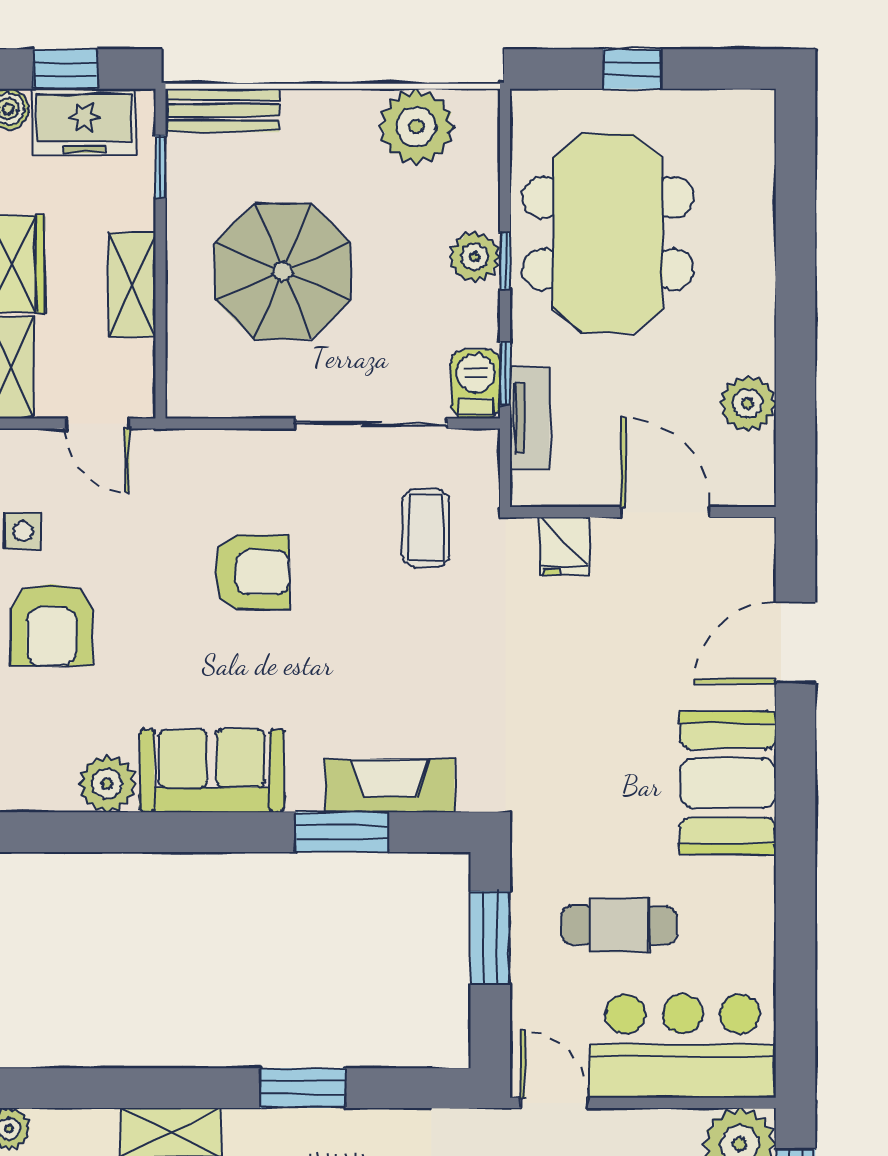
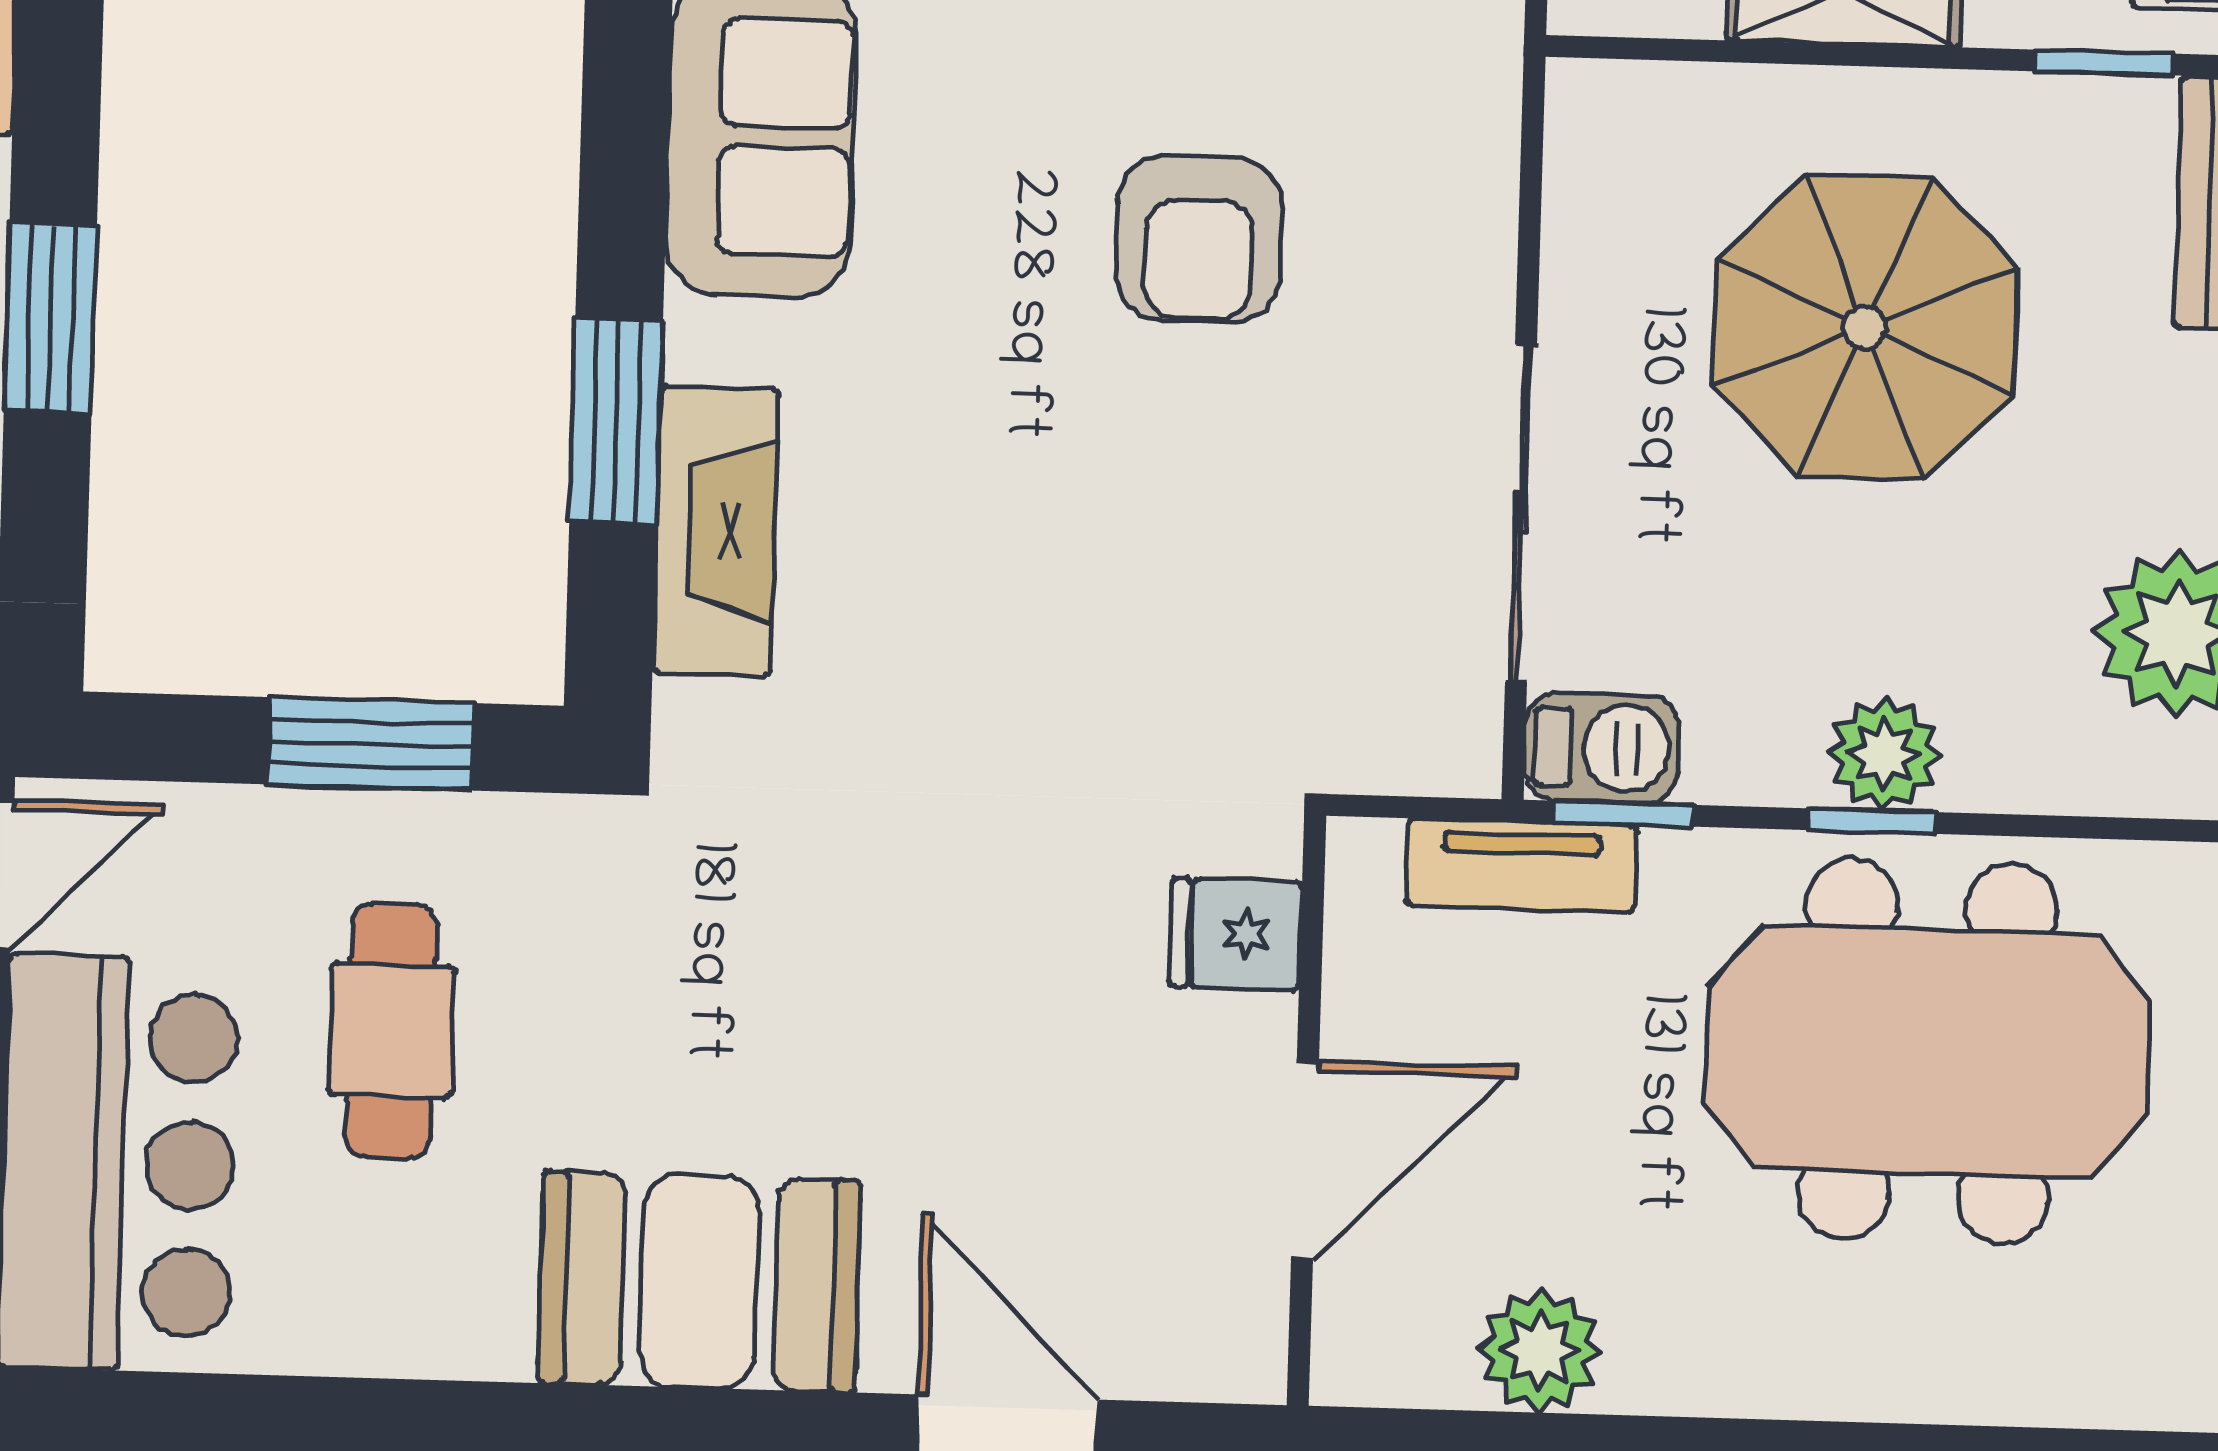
coffee table: (426, 528) -> (1285, 628), removed

